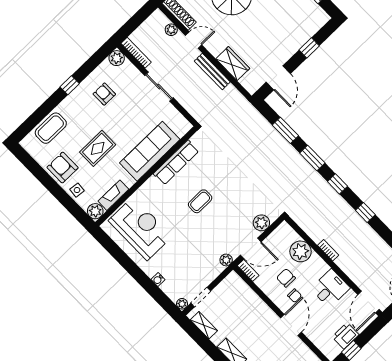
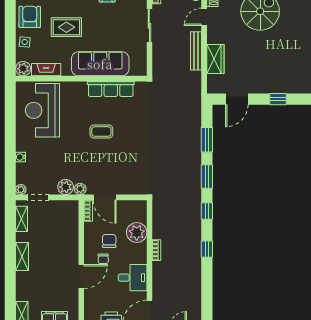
door: (194, 40) -> (204, 17), swing flipped
plant: (261, 223) -> (66, 187), moved
reception desk: (140, 228) -> (42, 110), turned 180

